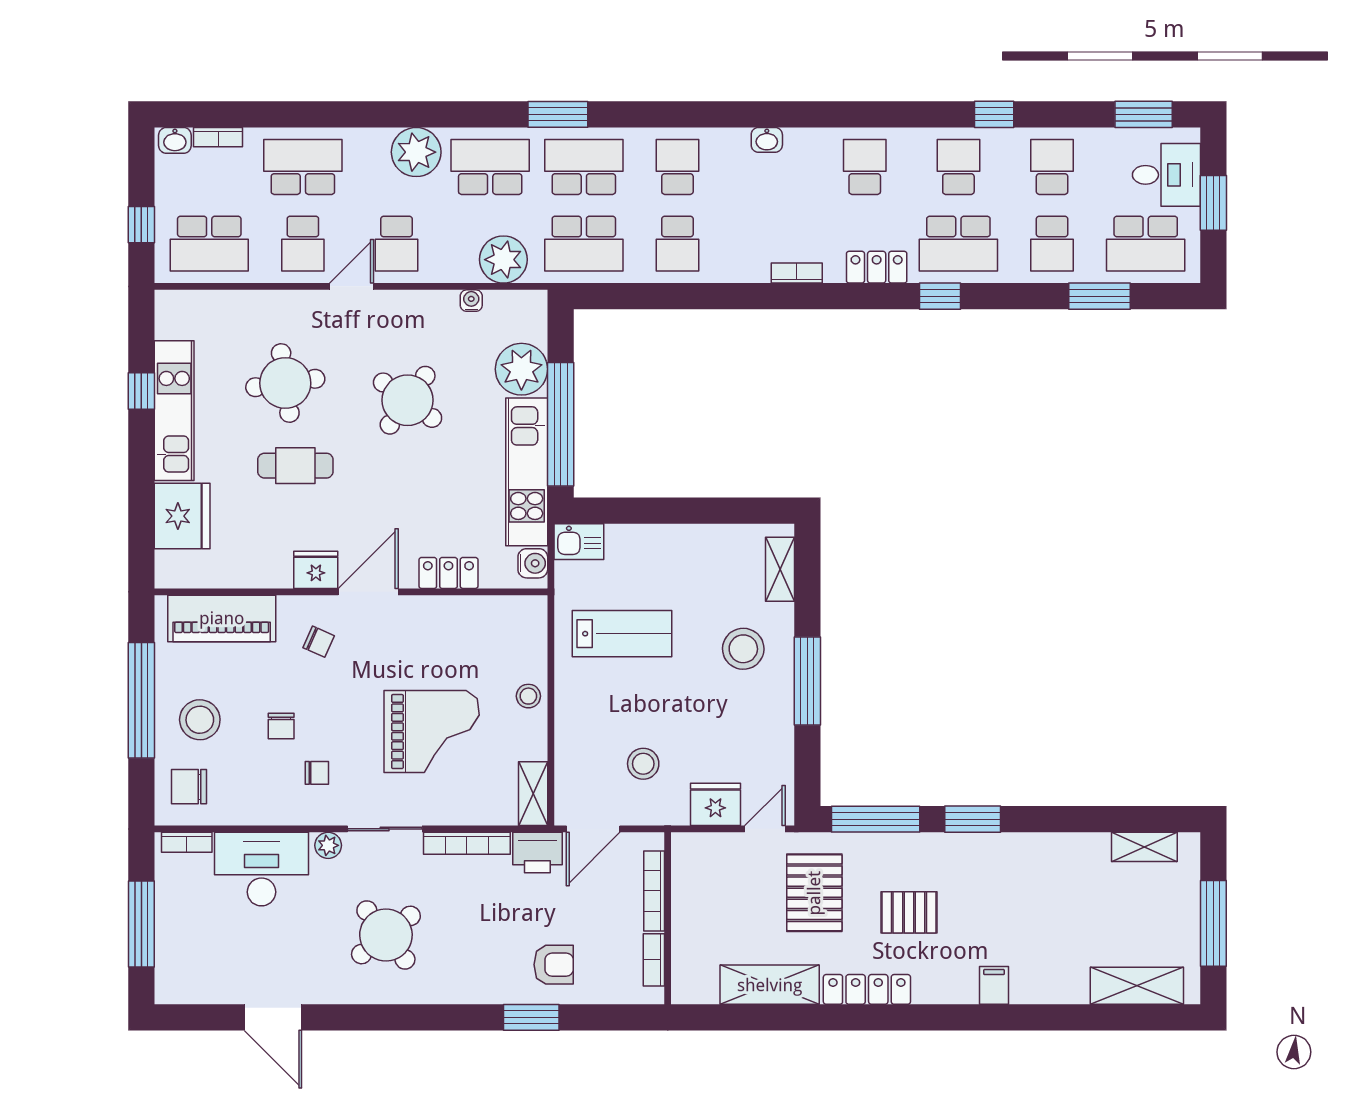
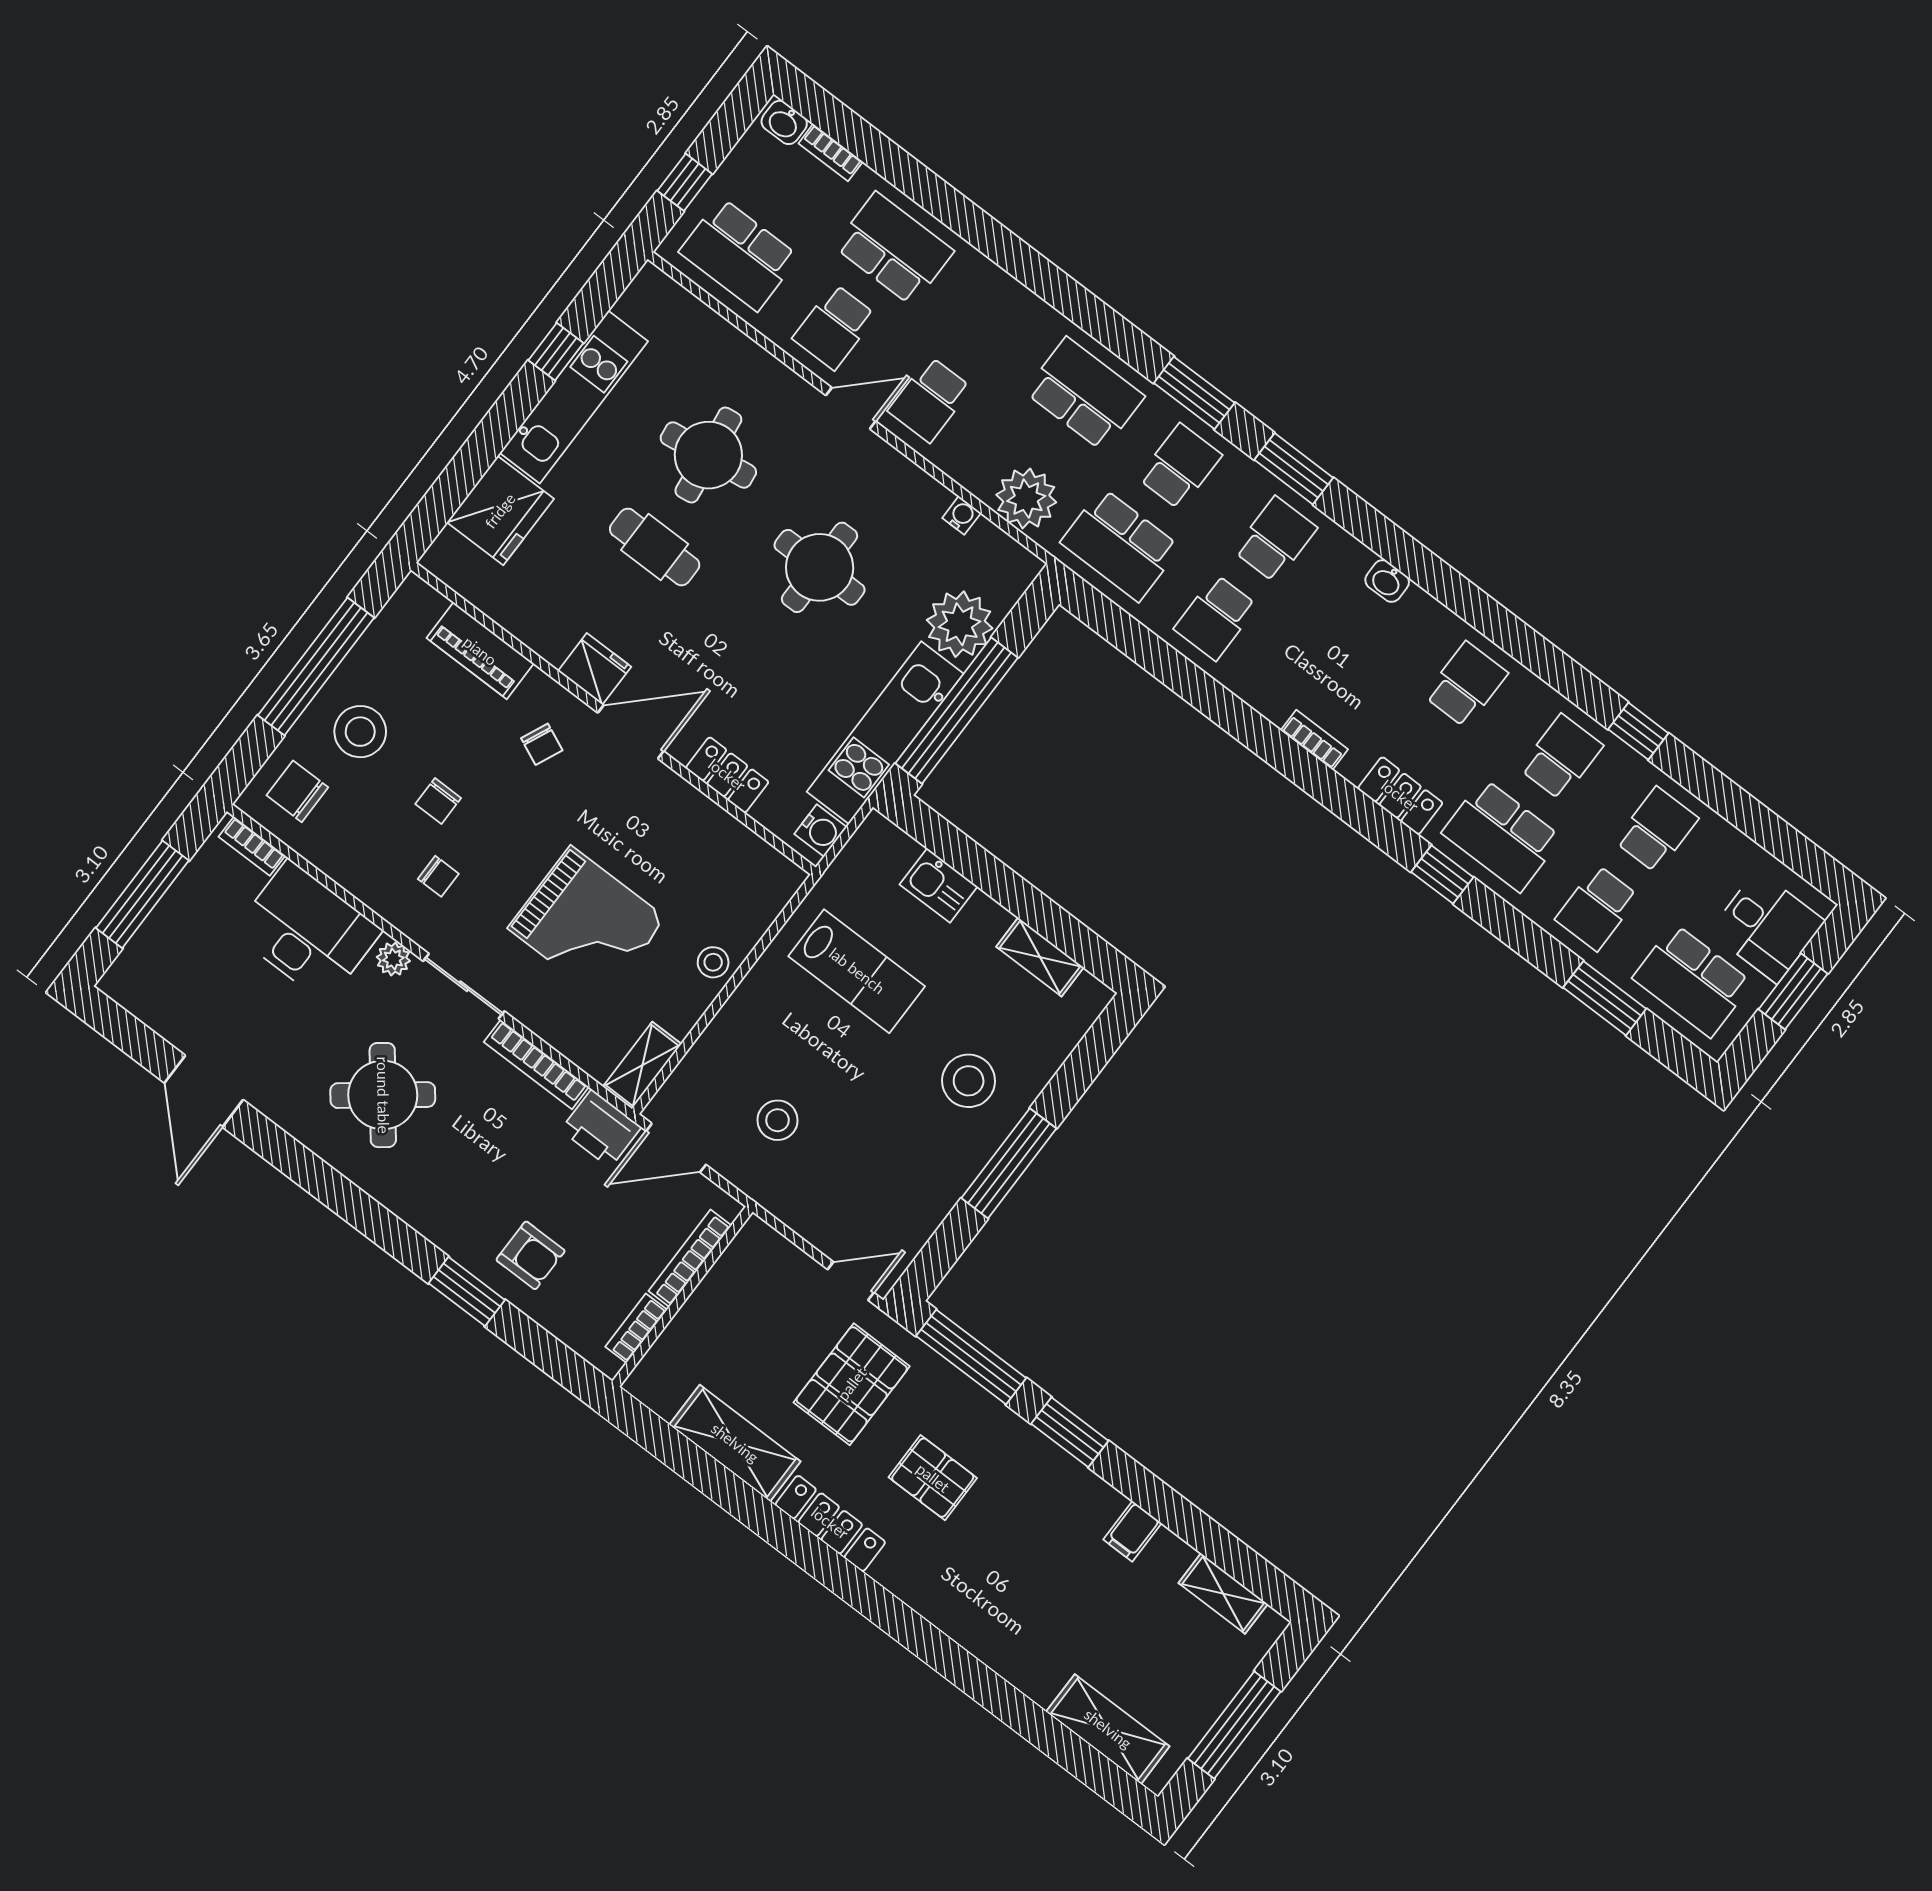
window: (1144, 114) -> (1294, 469), moved
plant: (416, 152) -> (1021, 321), removed
school desk: (584, 167) -> (1180, 467), width x0.54
round table: (408, 400) -> (820, 567), turned -36
kitchen sink: (579, 542) -> (939, 886), moved
shelving: (780, 569) -> (1040, 957), moved, turned 90
piano: (222, 618) -> (480, 651), width x0.73, depth x0.75
fridge: (715, 804) -> (820, 1218), removed
filing cabinet: (994, 985) -> (1132, 1531), moved, turned 180

